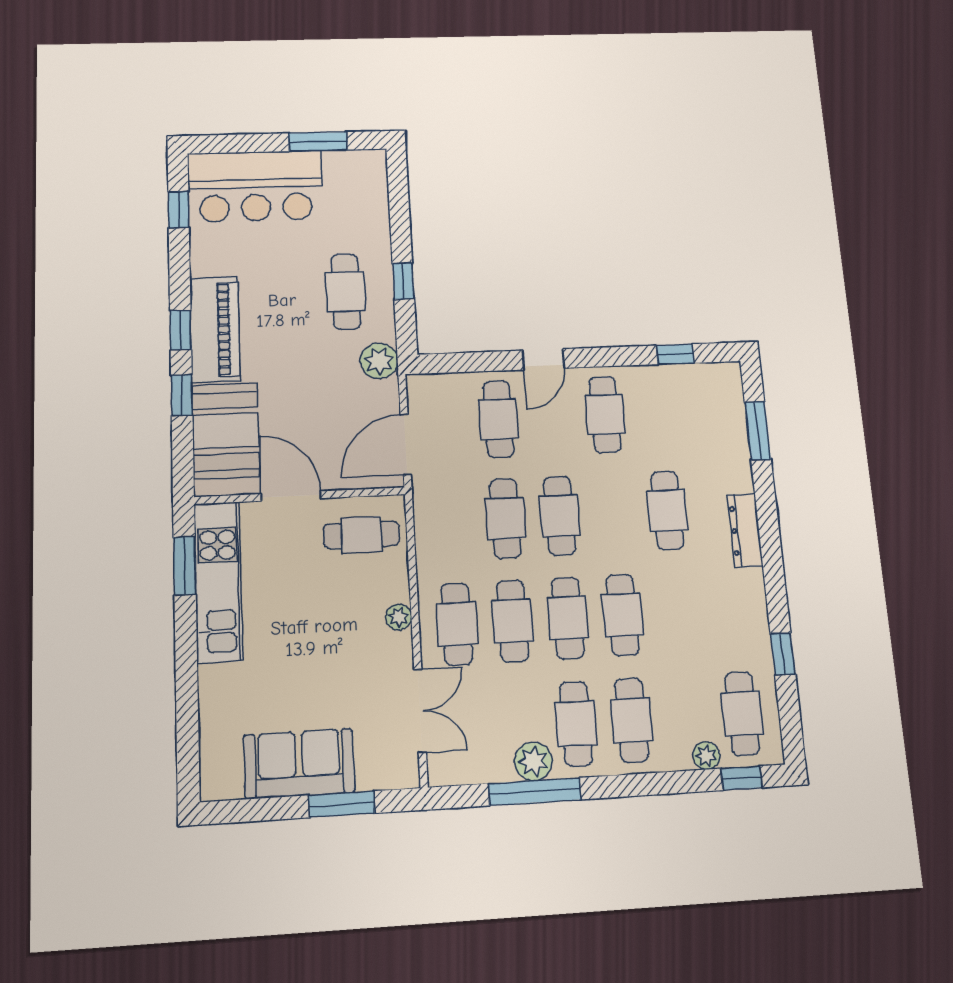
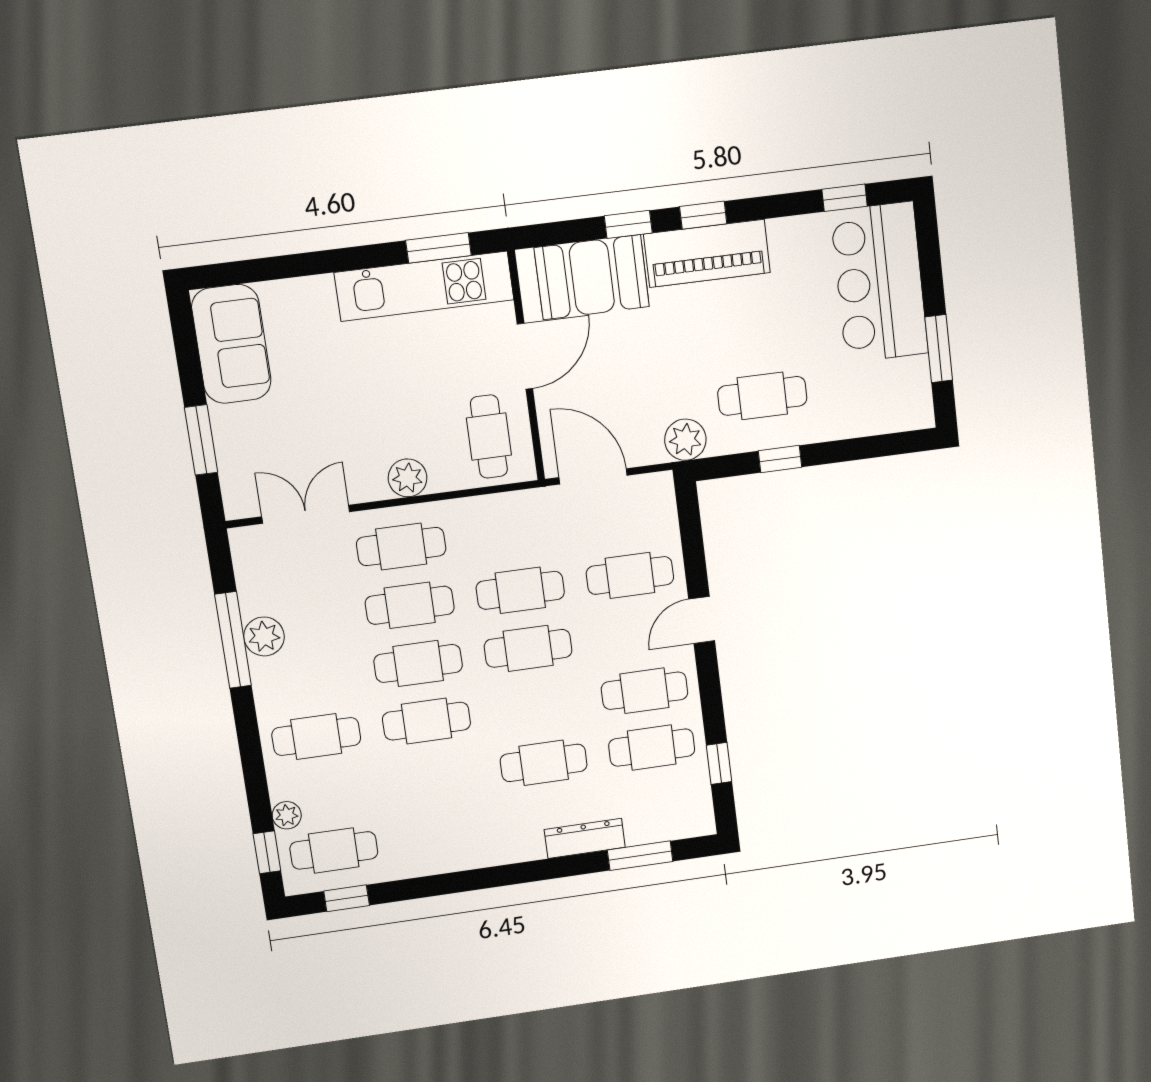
door: (543, 359) -> (702, 620), hinge flipped
dresser: (745, 530) -> (585, 838), moved
plant: (399, 617) -> (408, 478), width x1.38, depth x1.38
window: (783, 654) -> (347, 898), moved
double door: (420, 711) -> (306, 514), swing flipped
cafe table: (576, 724) -> (652, 748), moved
sofa: (299, 764) -> (231, 344), moved

